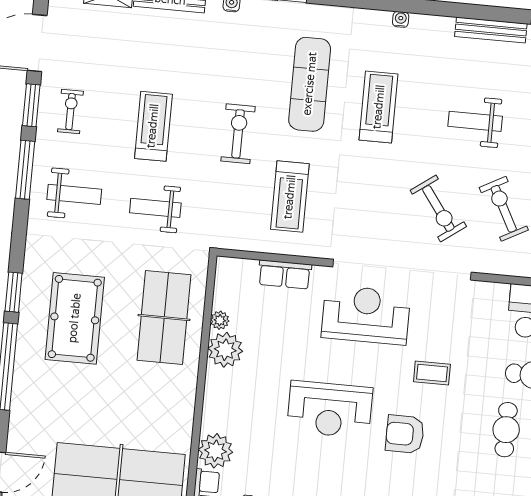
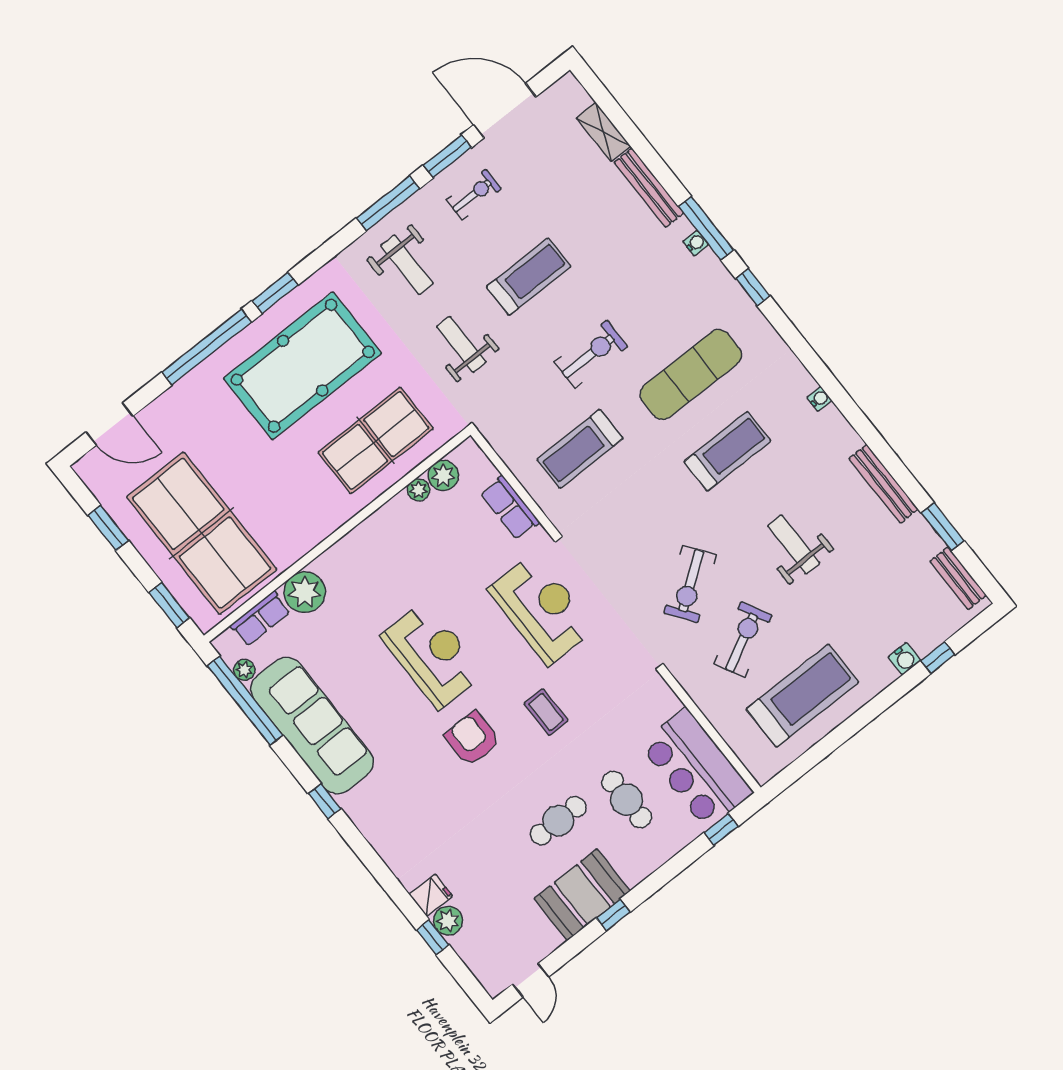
pool table: (75, 318) -> (303, 366), width x1.36, depth x1.32
plant: (225, 350) -> (443, 476), moved, width x0.73, depth x0.73
reception desk: (330, 409) -> (432, 655), turned 180

